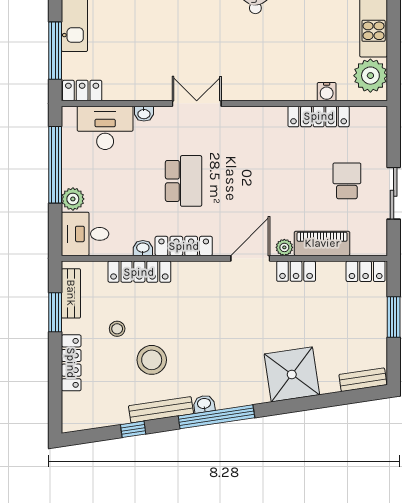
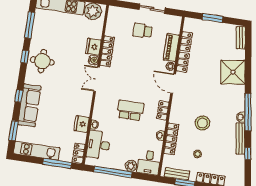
fridge: (300, 87) -> (93, 47), added
fridge: (142, 88) -> (82, 124), added
water cooler: (327, 92) -> (93, 60), moved
double door: (197, 104) -> (96, 79), moved
locker: (319, 116) -> (107, 51), moved
locker: (184, 246) -> (163, 110), width x0.66
locker: (366, 271) -> (186, 41), moved
stool: (152, 360) -> (202, 123), moved

